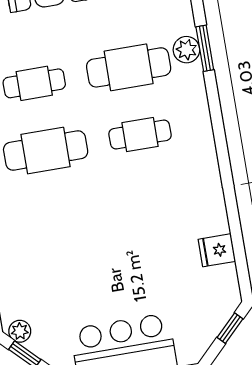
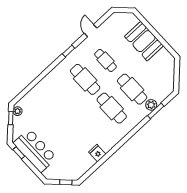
cafe table: (140, 135) -> (112, 108), width x1.37, depth x1.35
fridge: (217, 250) -> (97, 153), moved

